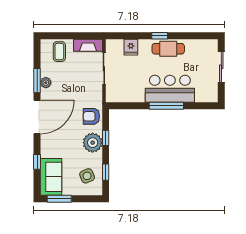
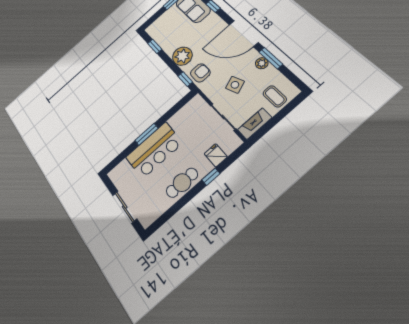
window: (160, 36) -> (211, 177), moved
window: (166, 106) -> (146, 134), width x0.69
door: (37, 117) -> (244, 34), hinge flipped
window: (106, 138) -> (185, 79), moved
side table: (87, 176) -> (235, 85), moved

